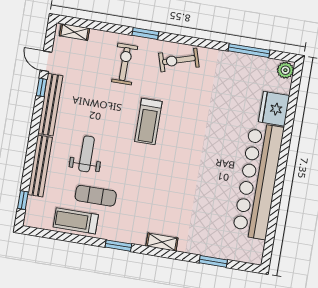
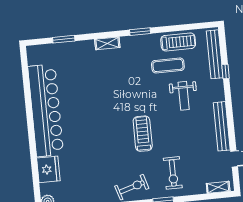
window: (42, 87) -> (232, 138), removed
bench: (40, 166) -> (215, 54), moved
window: (23, 200) -> (226, 72), moved

